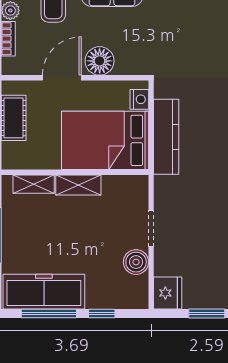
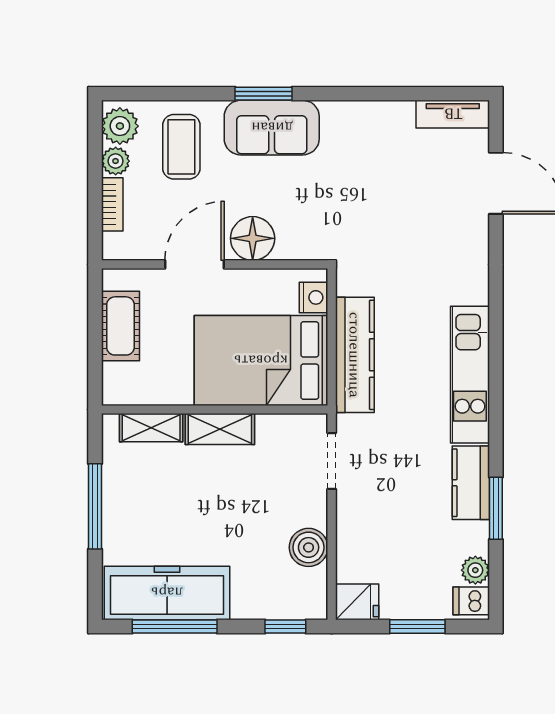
doorway: (151, 229) -> (332, 461), moved
fridge: (168, 293) -> (357, 602), width x0.72
window: (102, 313) -> (285, 626), moved

